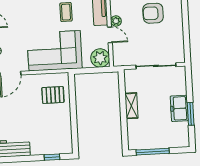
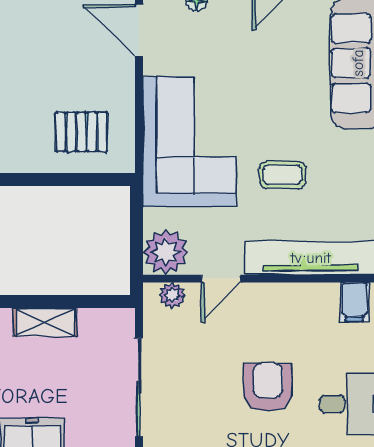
plant: (116, 21) -> (172, 295), moved
pallet: (53, 95) -> (81, 132), turned 90

